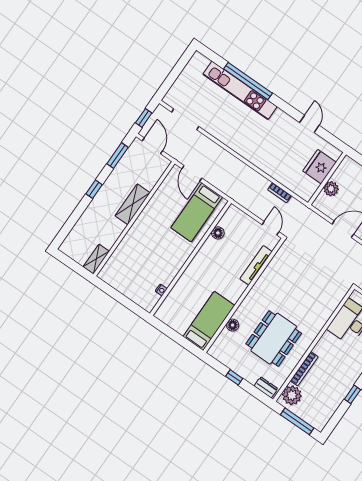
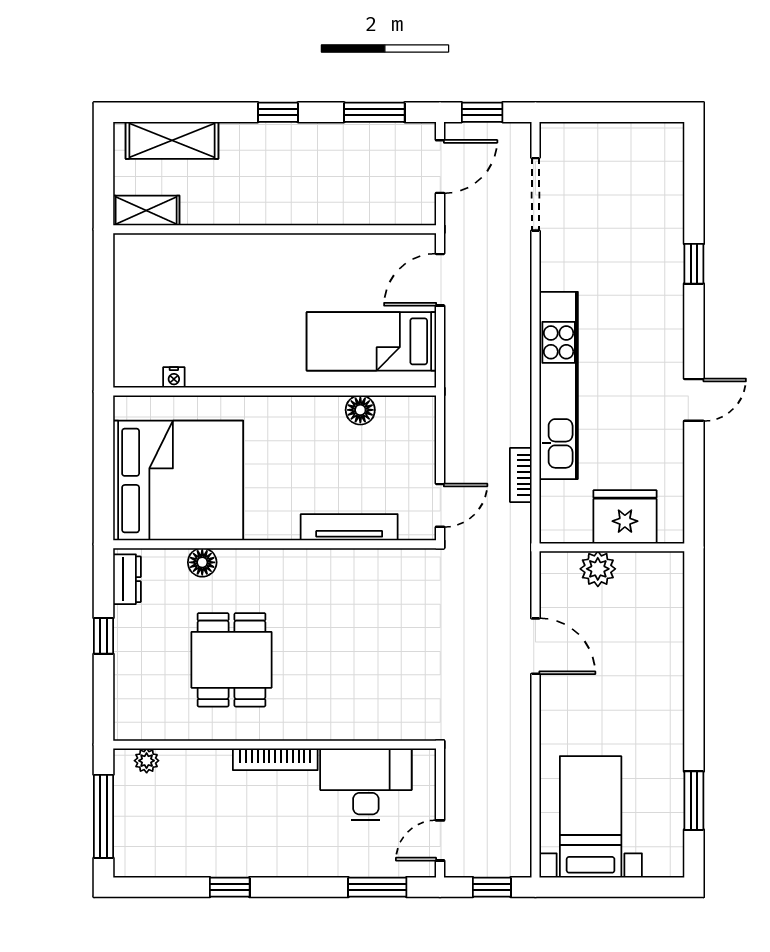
window: (248, 81) -> (694, 264), width x0.32
kitchen unit: (240, 90) -> (559, 385), moved, turned 180
door: (309, 124) -> (694, 400), moved
shelving: (133, 204) -> (172, 140), moved
bed: (209, 321) -> (178, 480), width x2.04
dining table: (274, 339) -> (232, 660), width x0.73
bookcase: (304, 369) -> (275, 759), moved
dresser: (266, 387) -> (127, 579), moved
plant: (292, 395) -> (147, 761), width x0.53, depth x0.53

